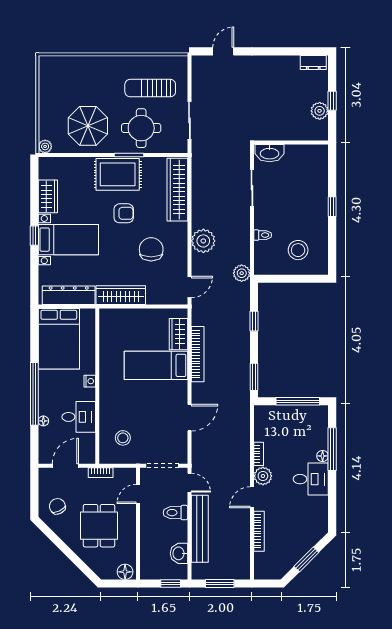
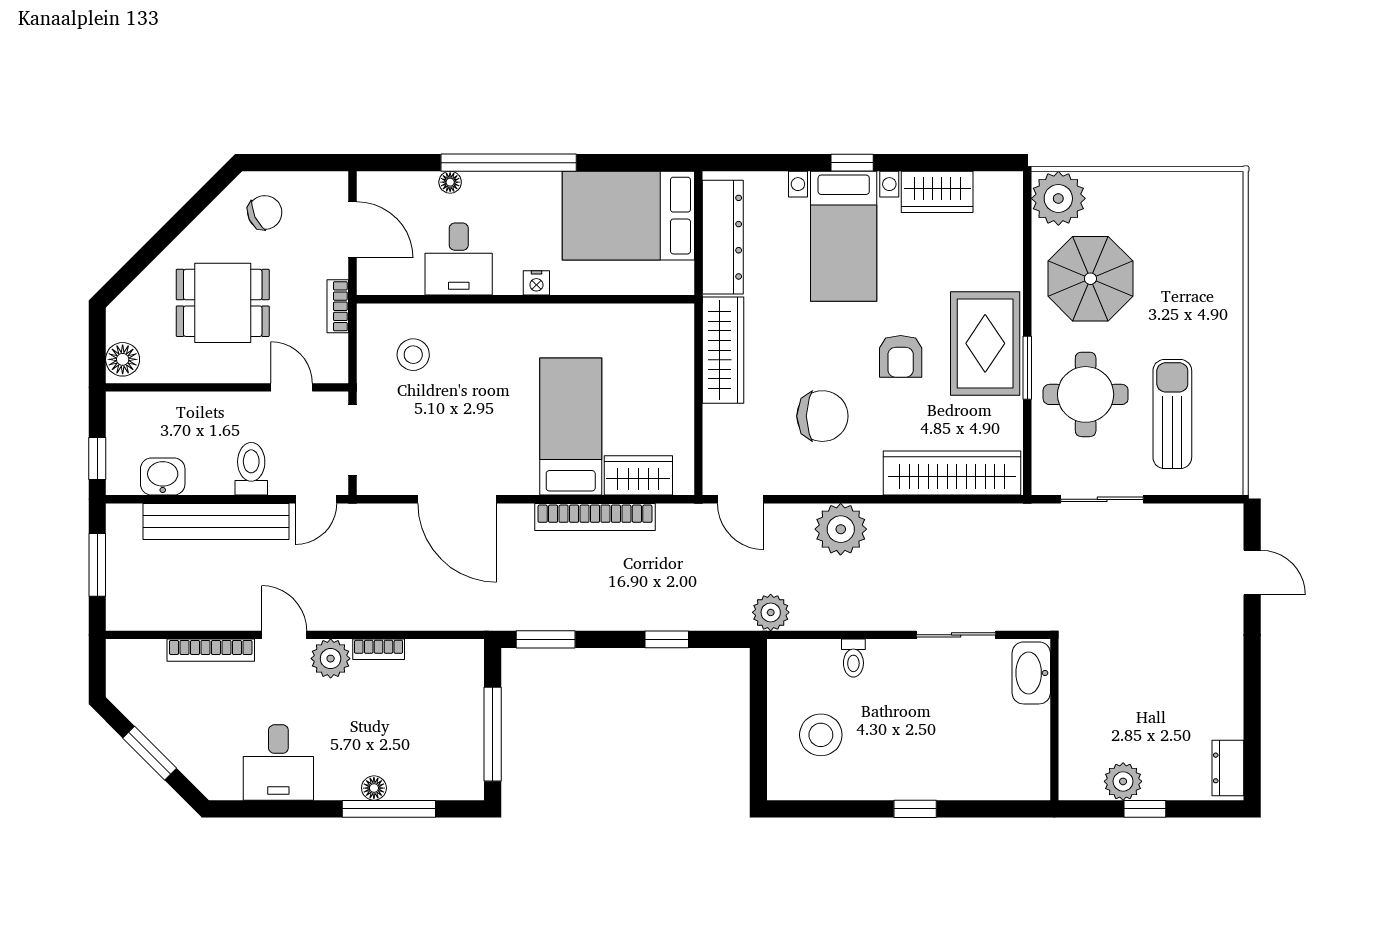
plant: (45, 146) -> (1058, 198), width x1.88, depth x1.88
door: (189, 418) -> (457, 499), width x1.36
desk: (311, 479) -> (278, 762), moved

